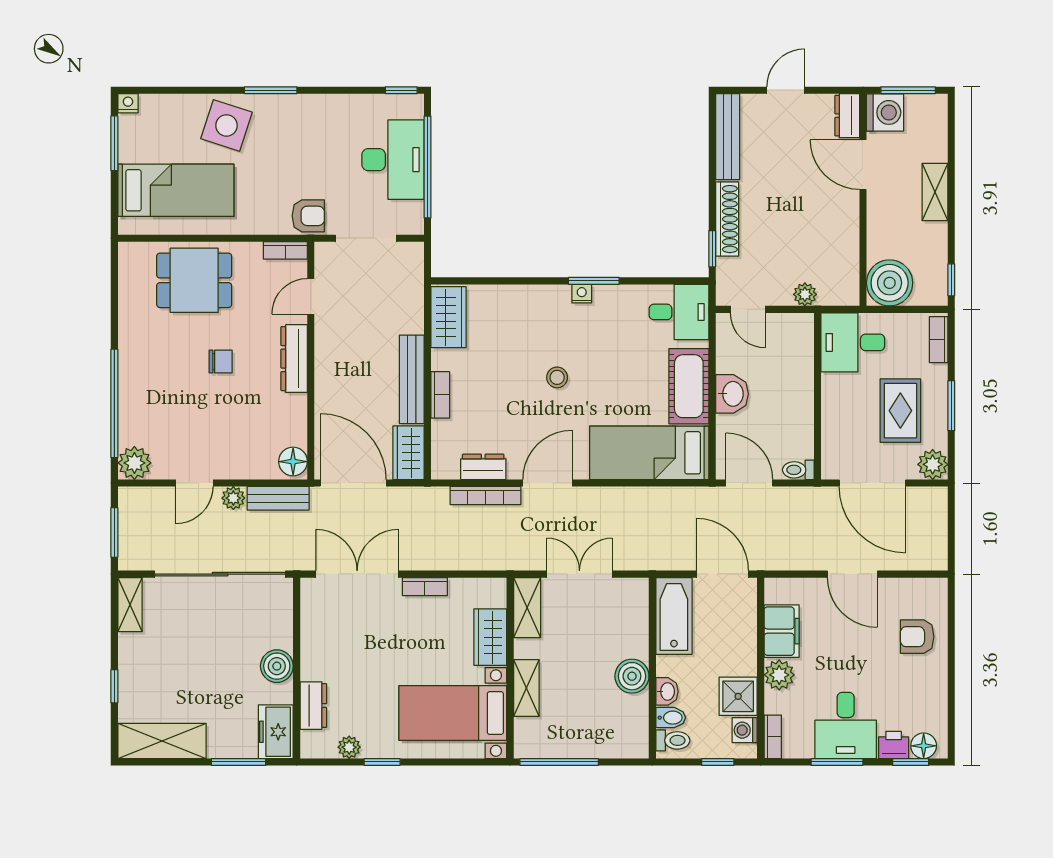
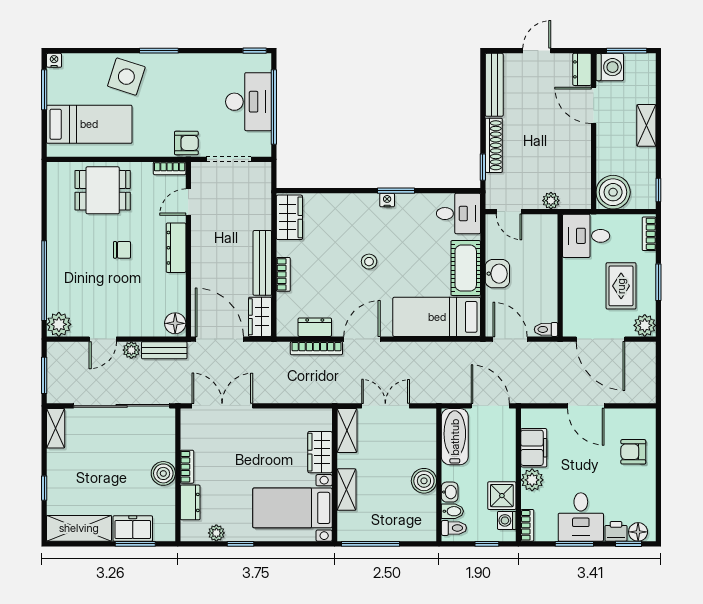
bookcase: (425, 587) -> (187, 467), moved, turned -90
freezer: (276, 732) -> (133, 529), moved, turned 90

